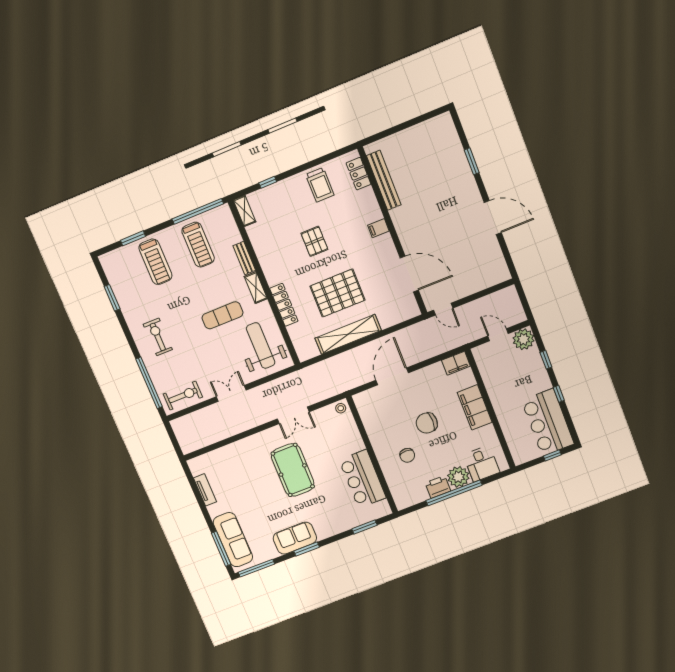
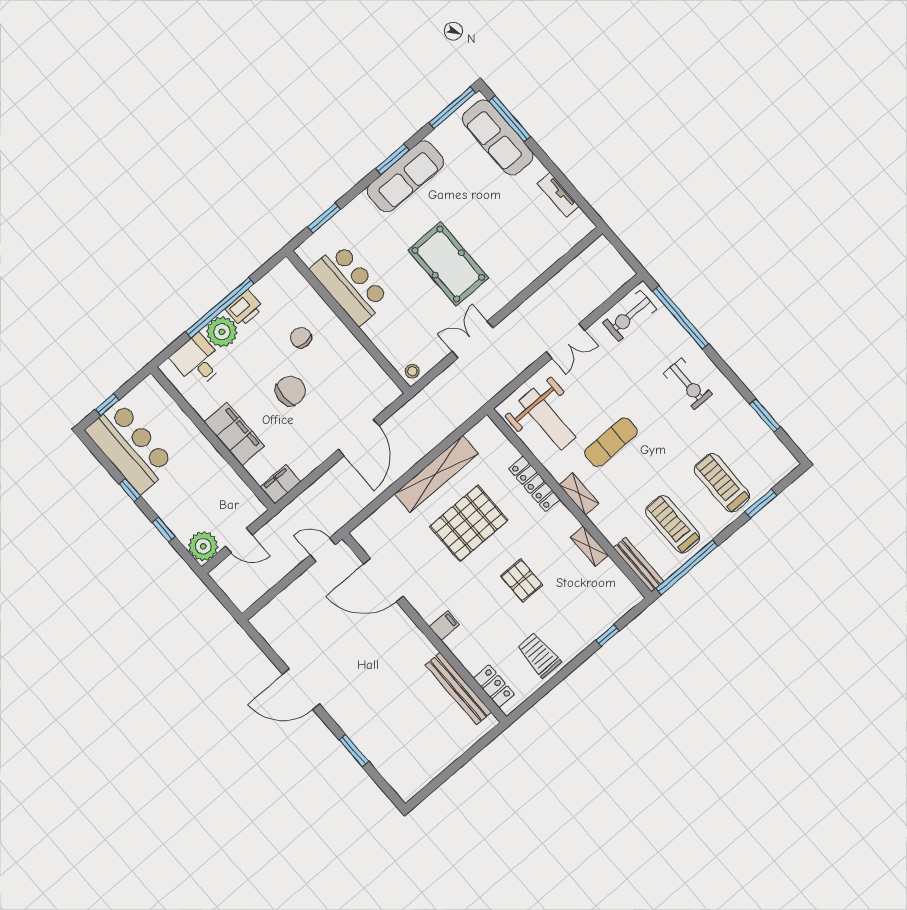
shelving: (245, 211) -> (589, 546), moved
bench: (244, 258) -> (638, 565), moved, width x1.36
sofa: (295, 538) -> (405, 176), width x1.36

